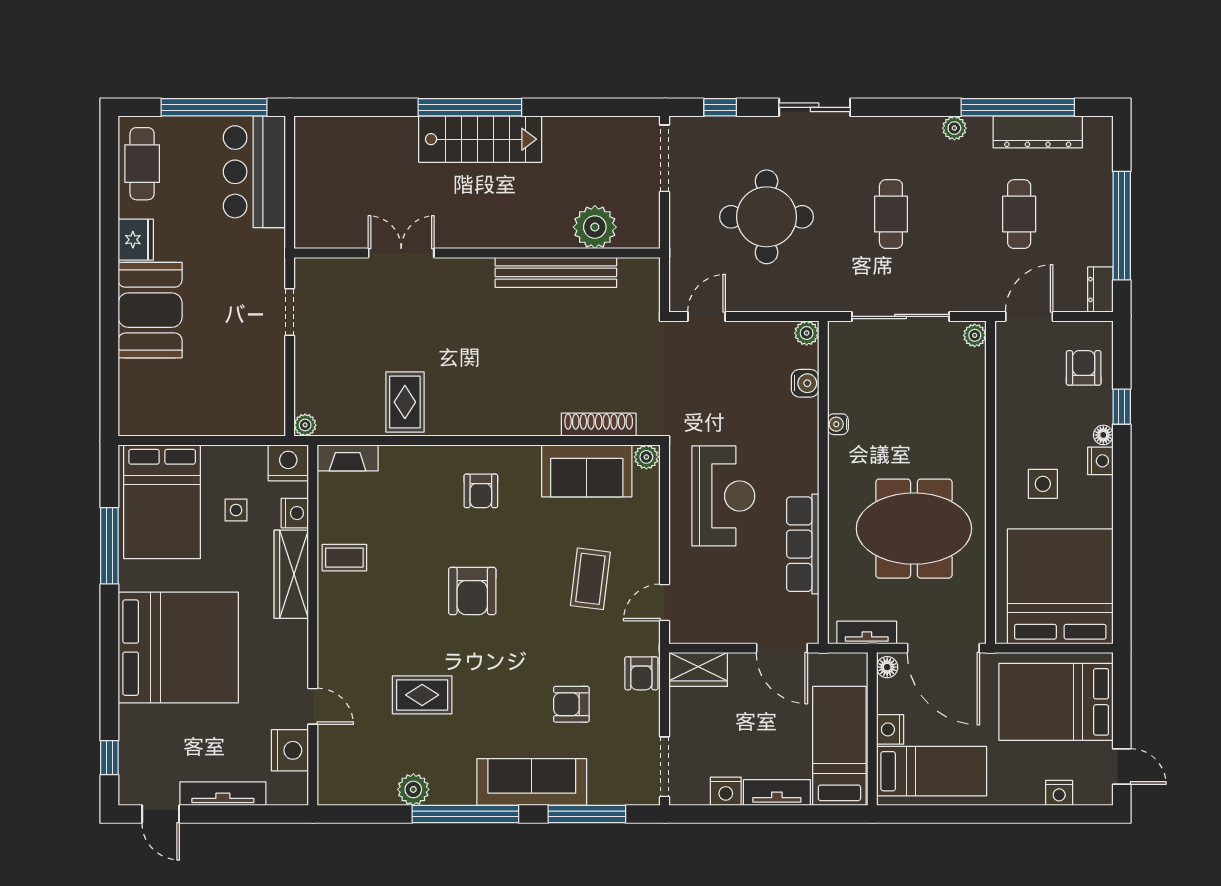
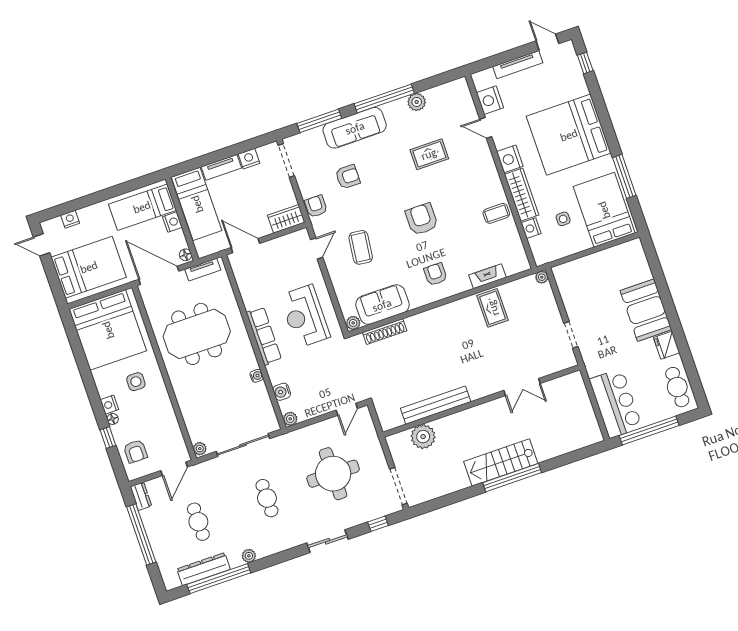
fireplace: (348, 458) -> (488, 276), moved
nightstand: (288, 463) -> (510, 159), moved, turned 90
row of seats: (803, 544) -> (264, 336), moved

